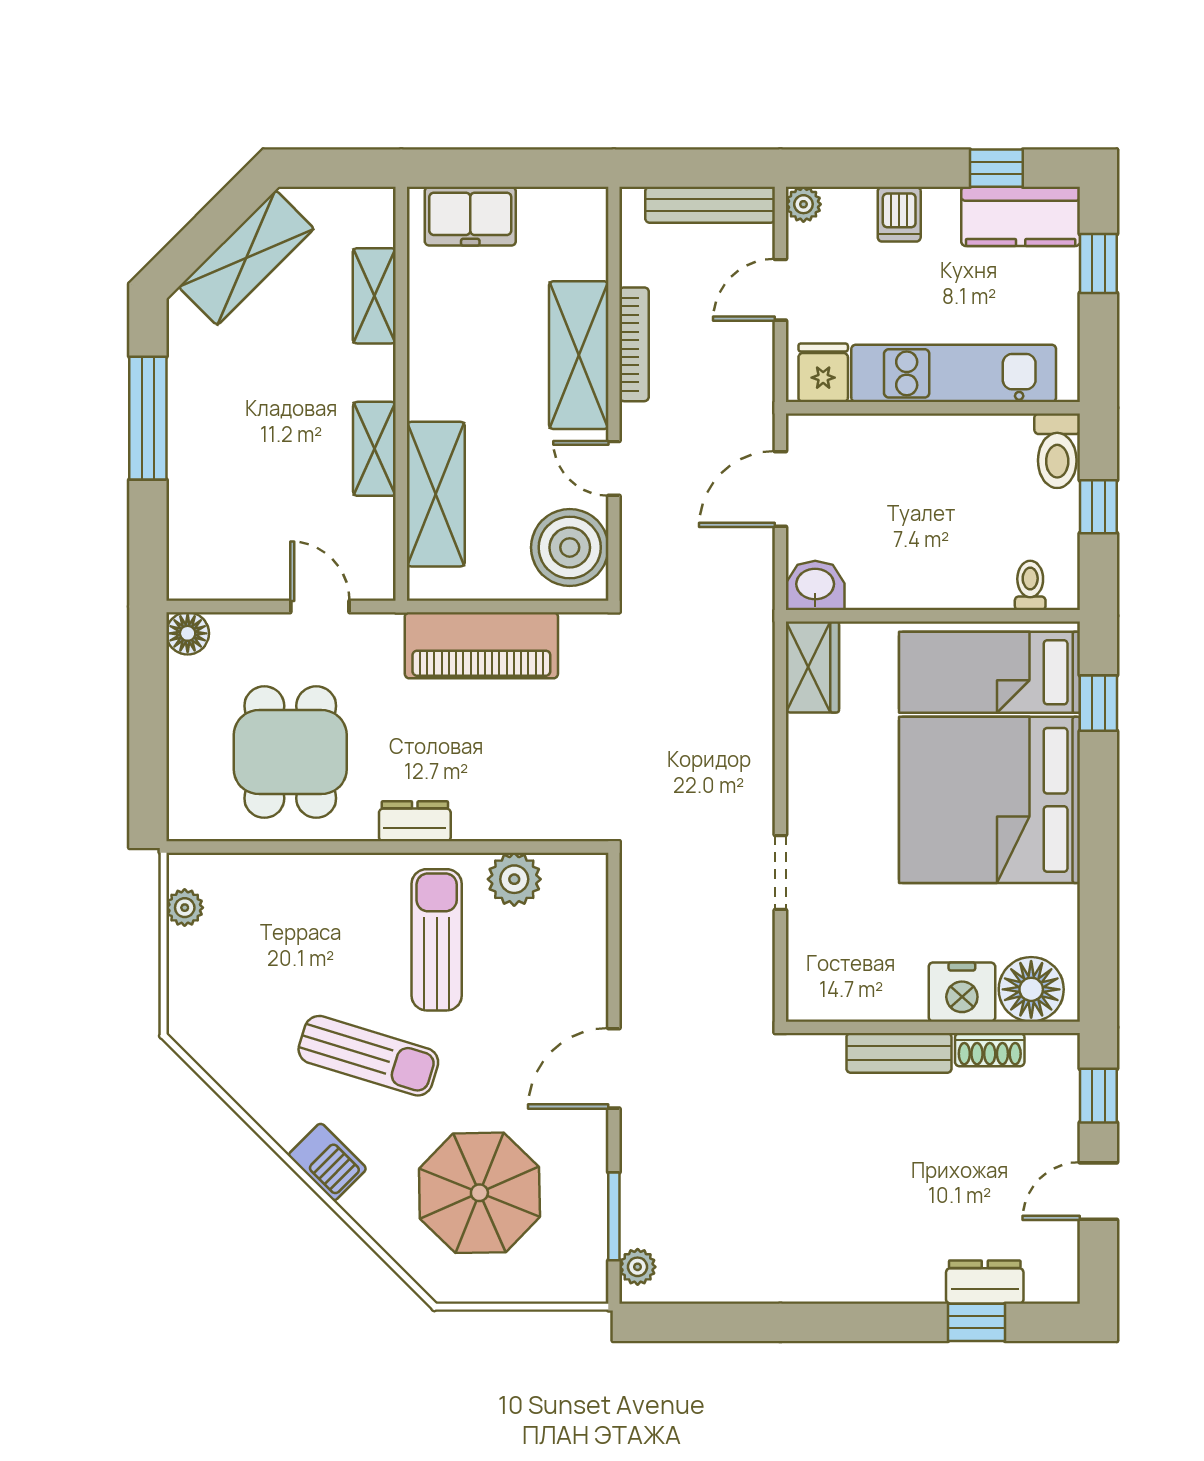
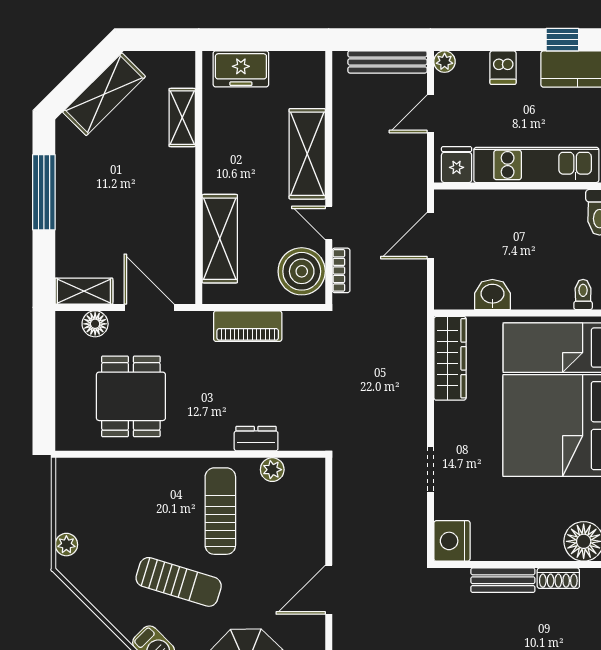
bookcase: (634, 344) -> (341, 270), moved, width x0.64
shelving: (374, 449) -> (84, 291), moved, turned 90
washbasin: (815, 585) -> (492, 295), moved
door: (320, 607) -> (149, 307), width x1.38
floor lamp: (188, 633) -> (95, 324), moved
piano: (481, 645) -> (248, 326), width x0.73, depth x0.75
wardrobe: (812, 667) -> (450, 358), width x1.50
dresser: (415, 821) -> (256, 439), moved
plant: (514, 879) -> (272, 470), width x0.73, depth x0.73
plant: (185, 908) -> (66, 545), moved
nightstand: (962, 992) -> (452, 541), moved, turned 90

